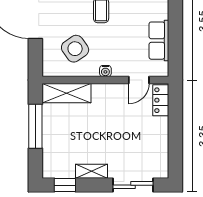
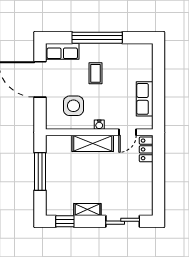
side table: (75, 49) -> (73, 106), turned 35
shelving: (66, 93) -> (93, 143), moved

